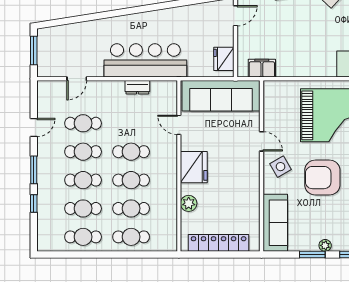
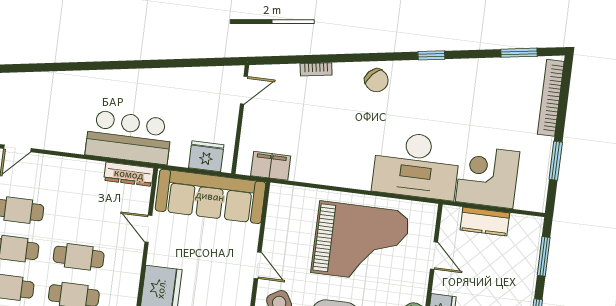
fridge: (224, 59) -> (206, 156), moved, turned 90
bar counter: (145, 60) -> (129, 137), width x0.73
dresser: (137, 87) -> (129, 174), moved, width x1.44

